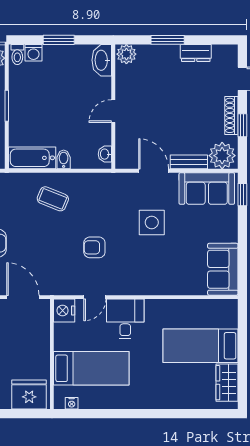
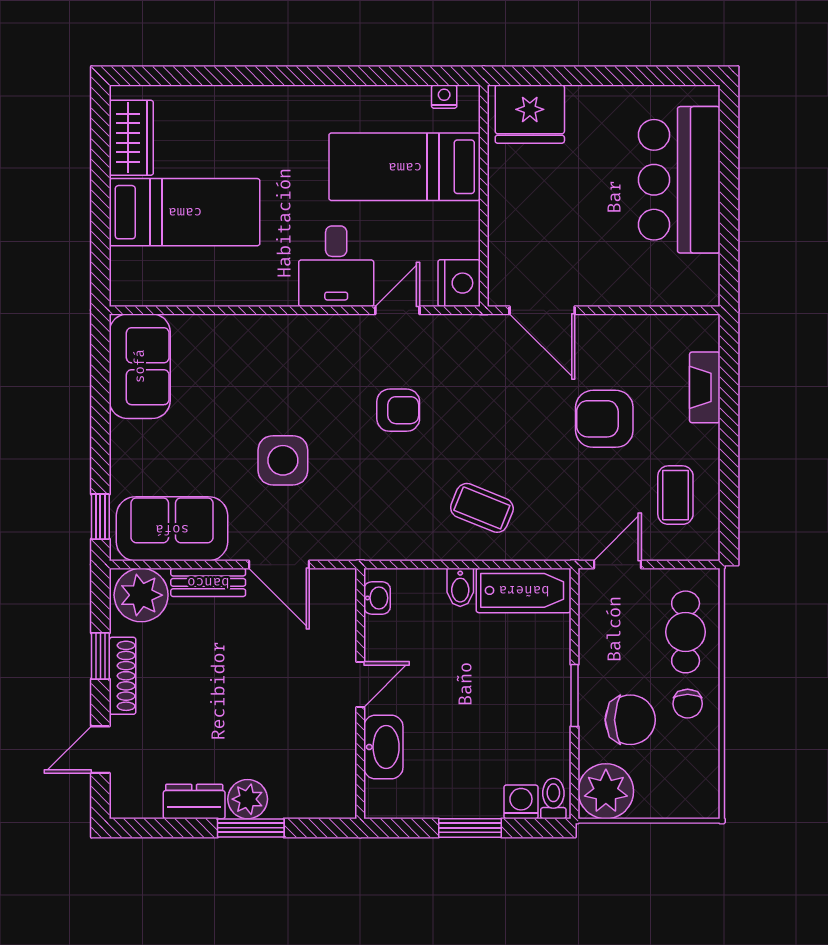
plant: (126, 54) -> (248, 799), moved
washbasin: (102, 60) -> (383, 747), moved

